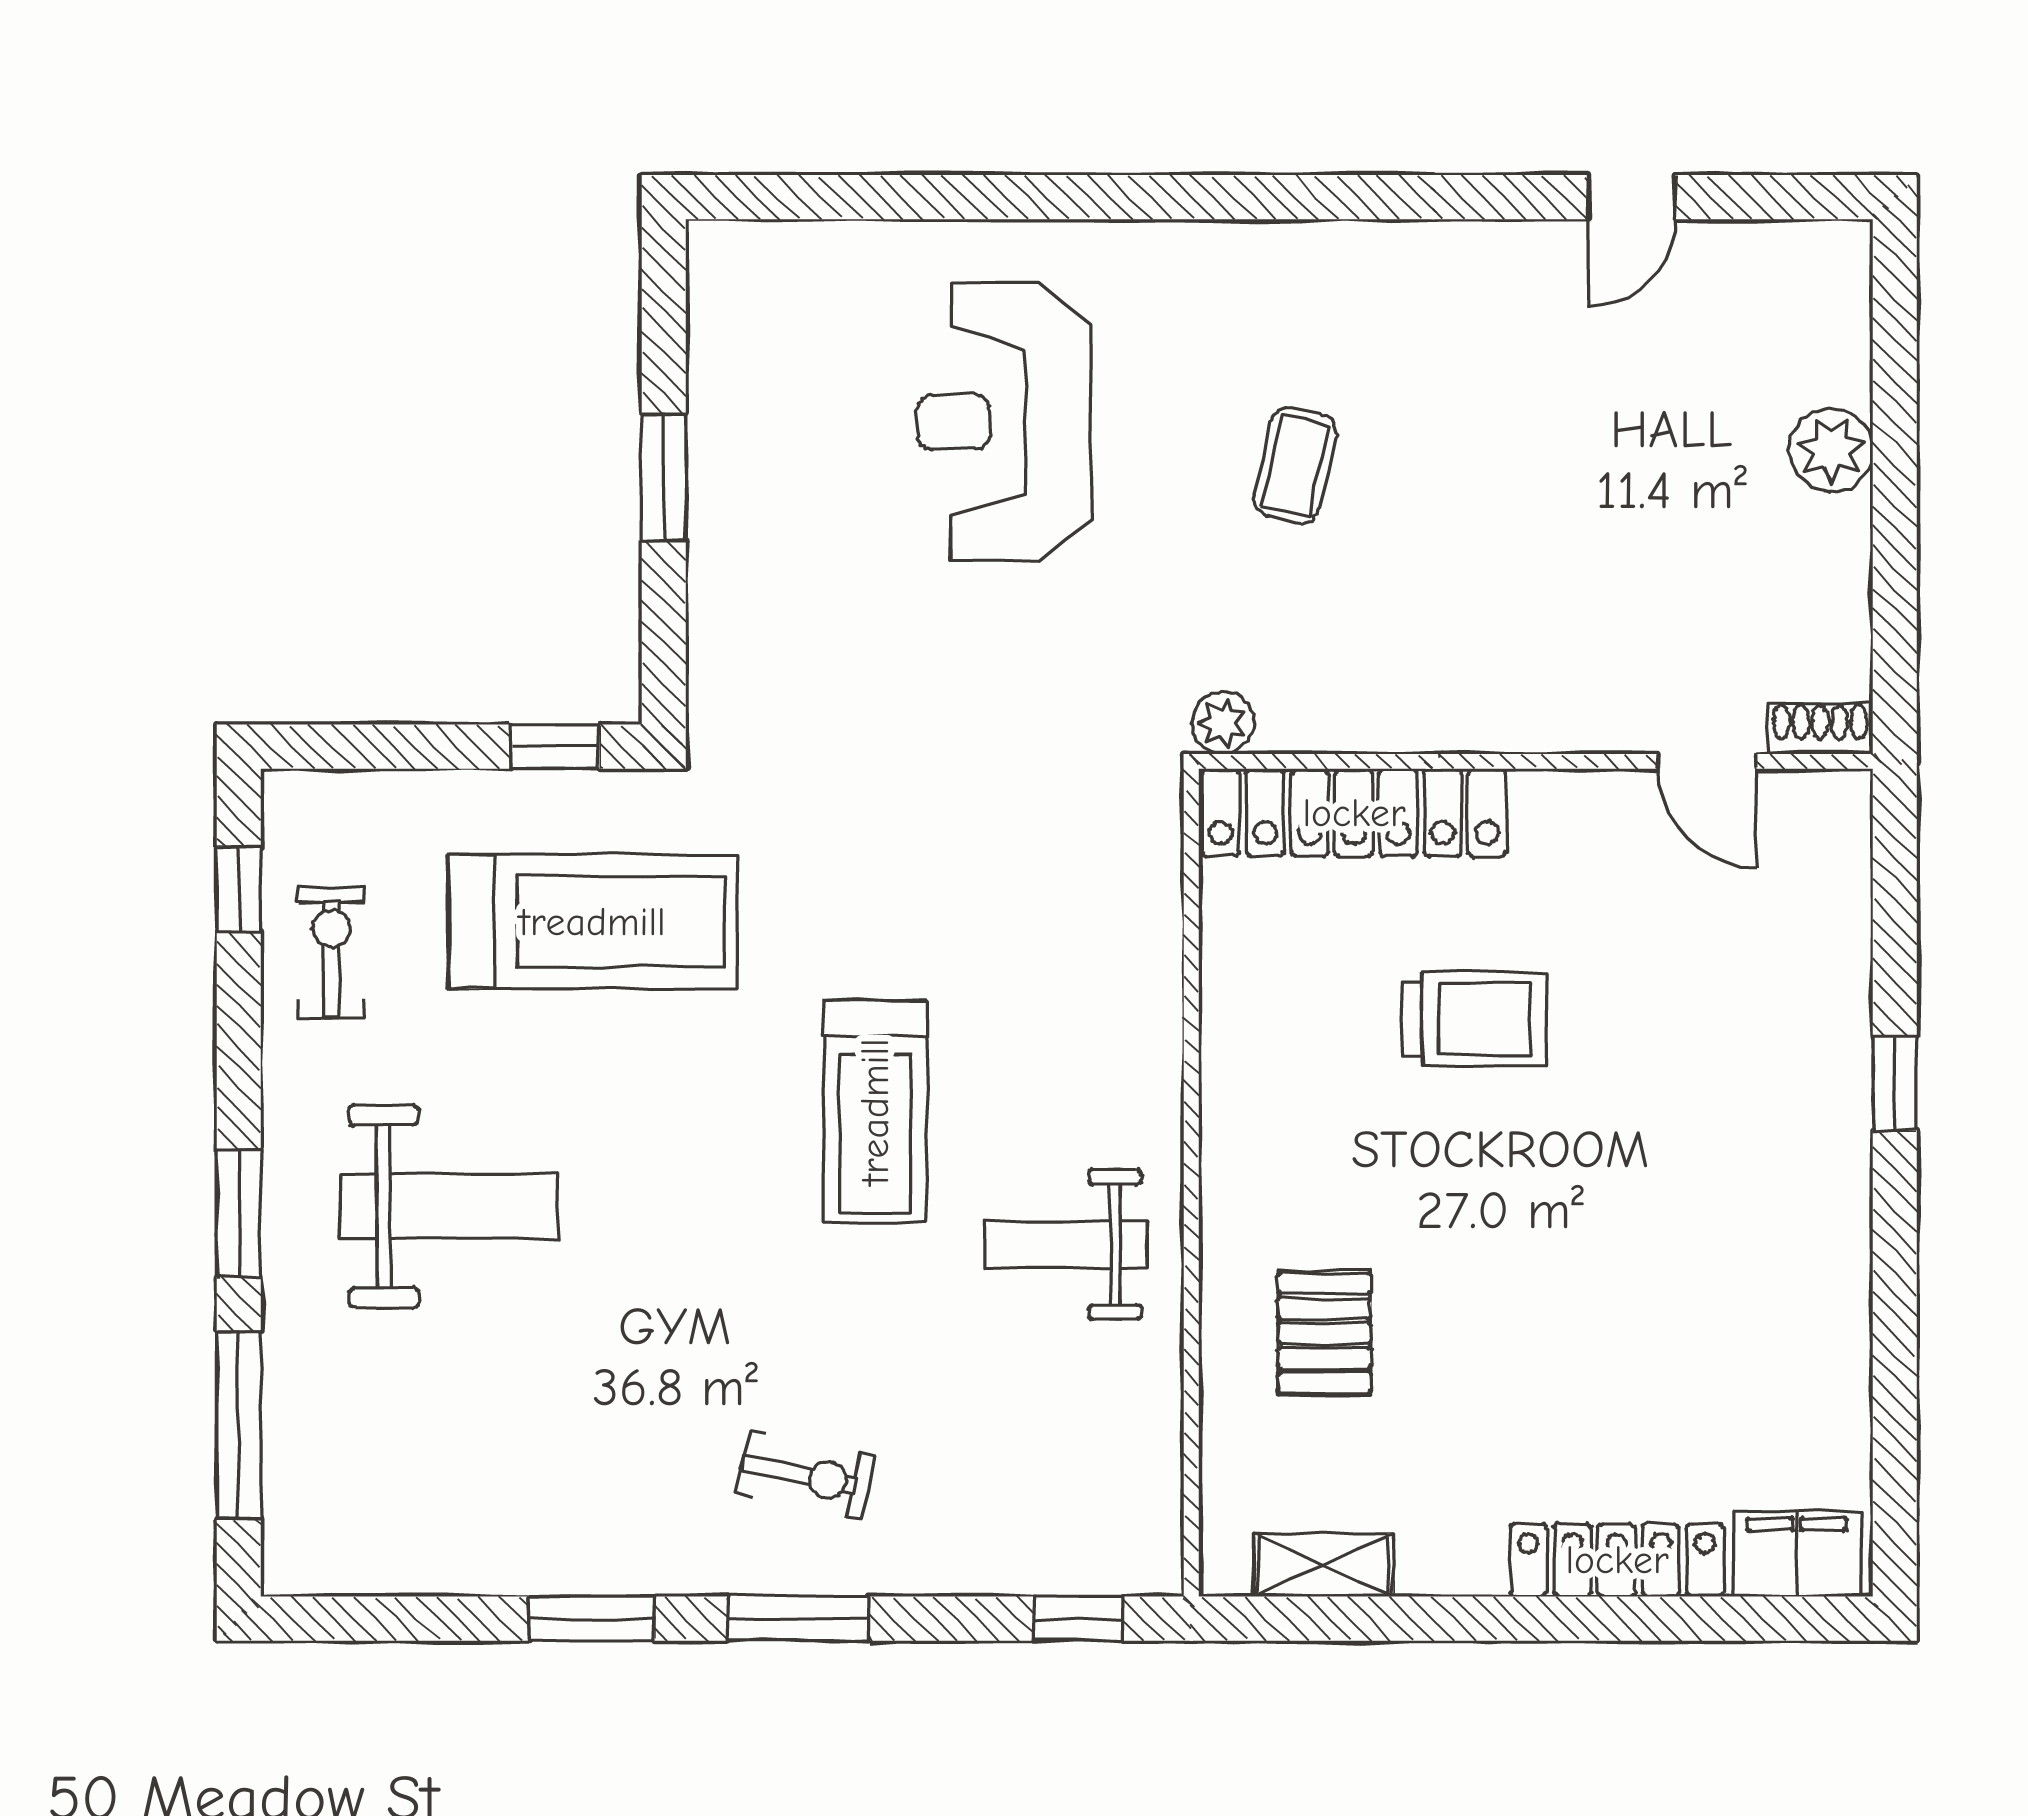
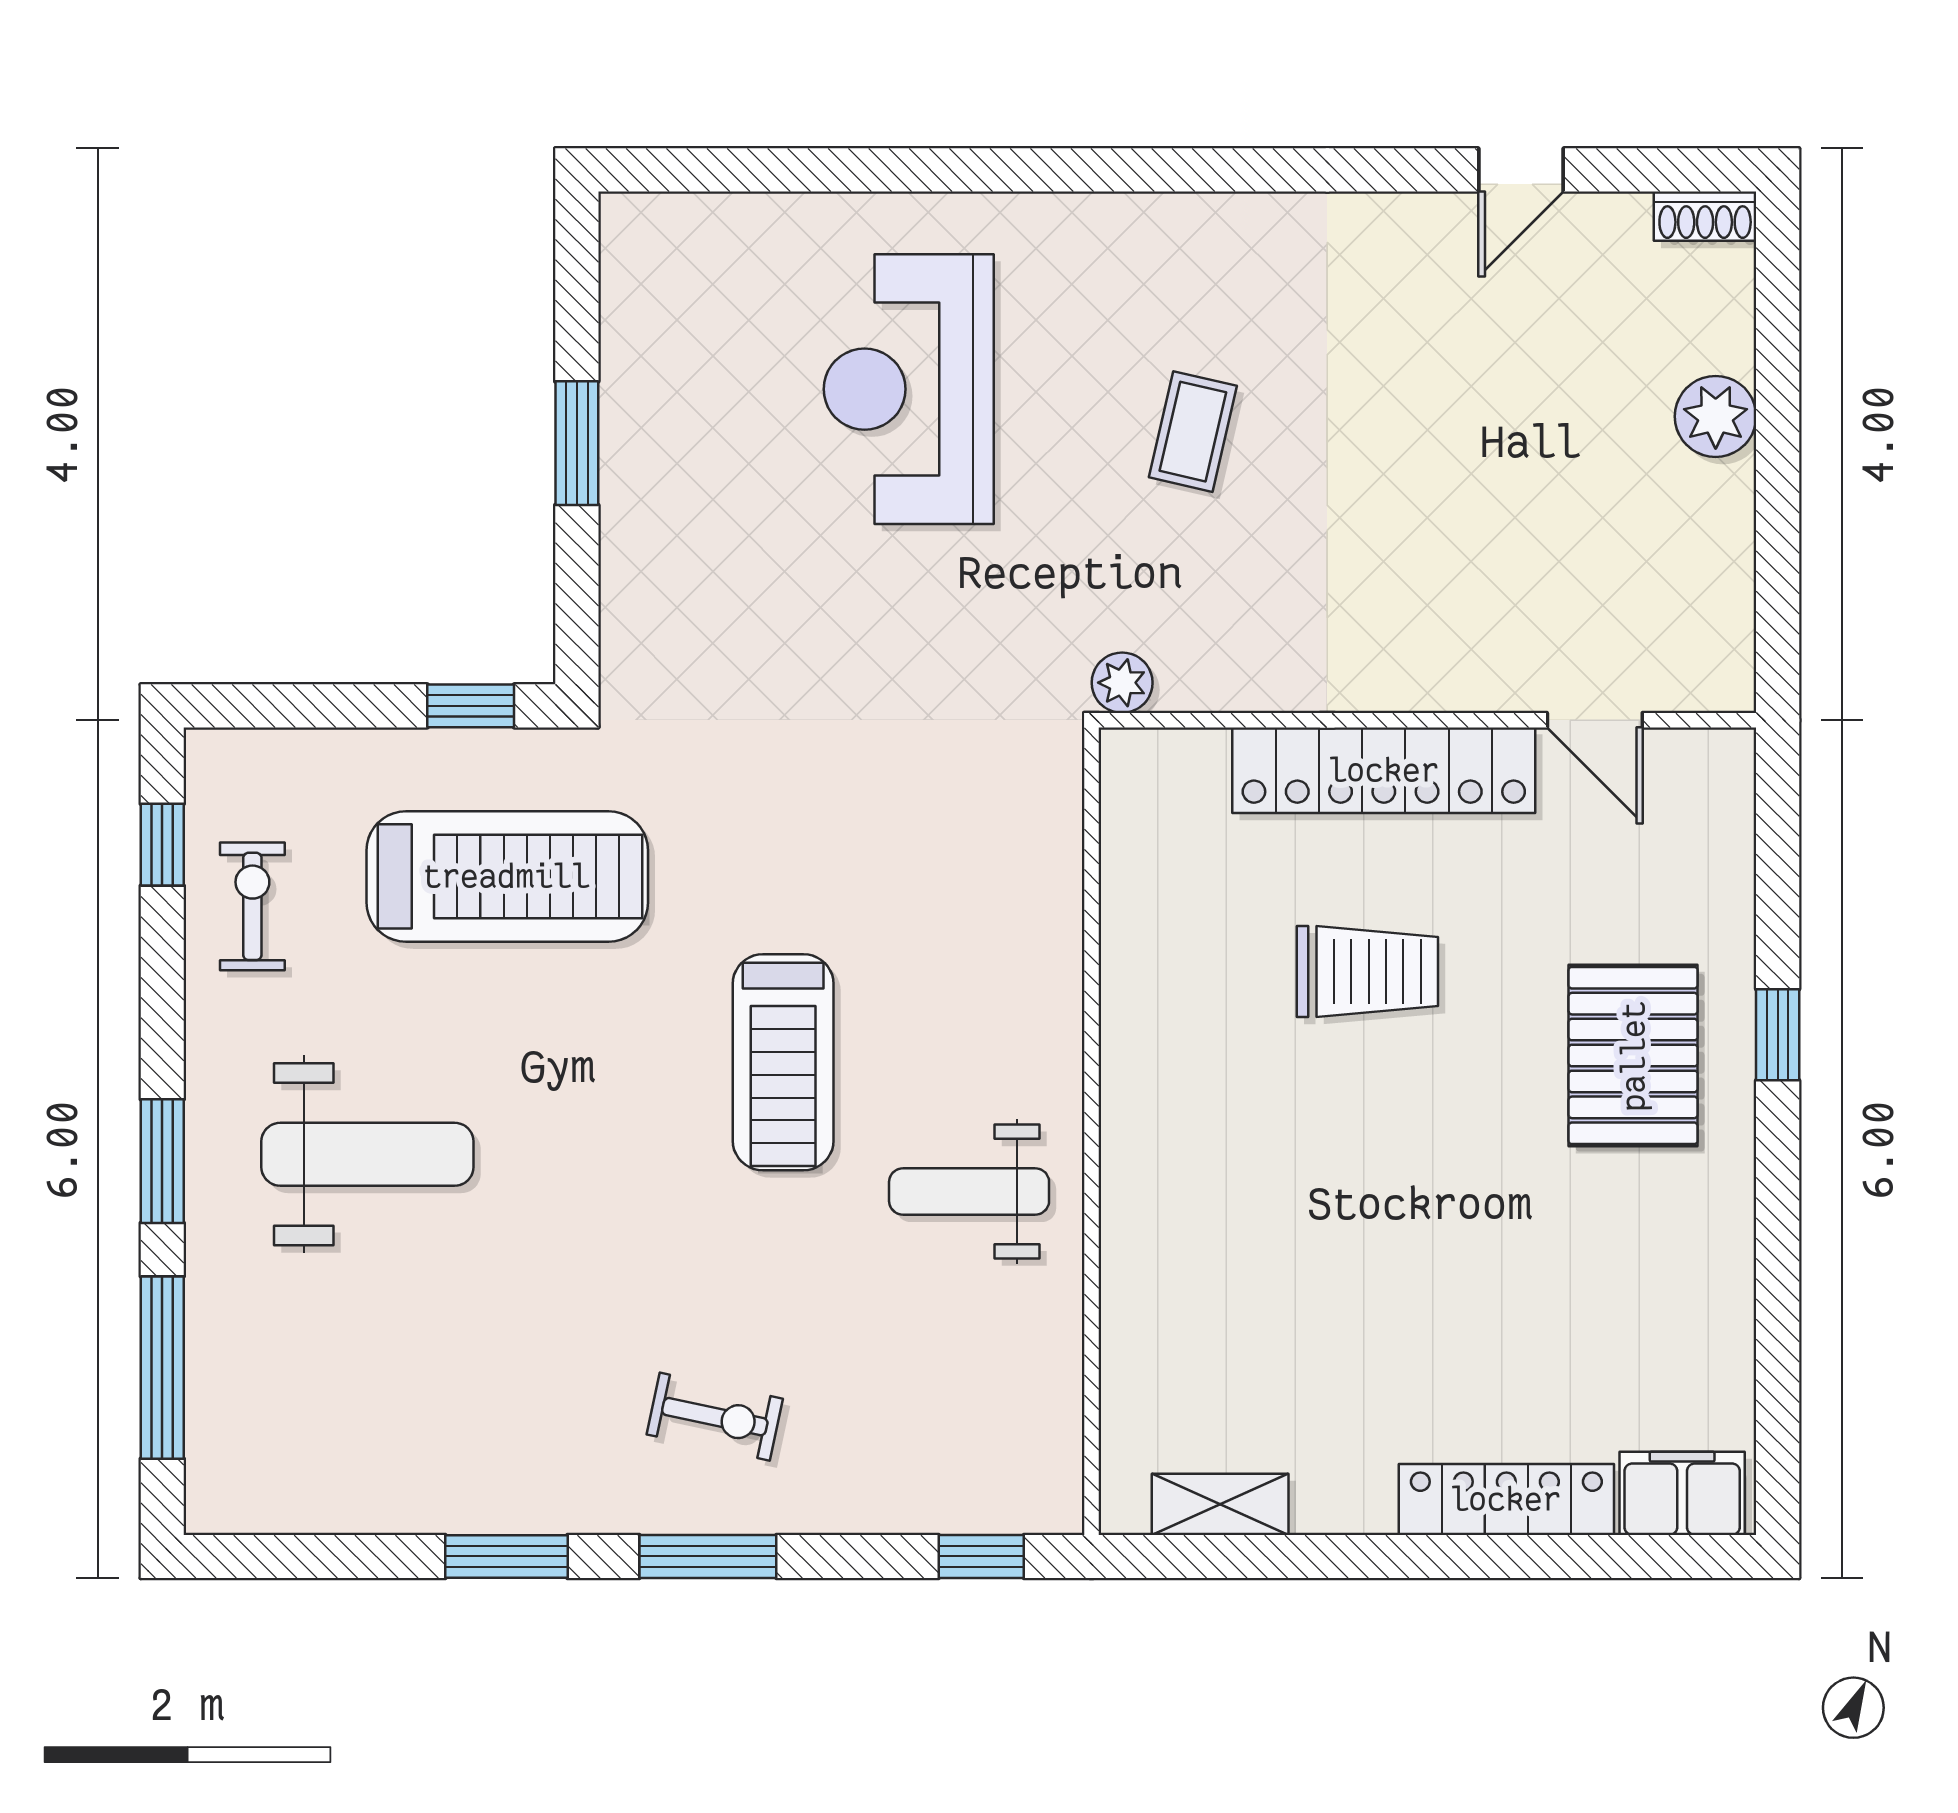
shoe rack: (1820, 729) -> (1705, 216), moved, turned 180
locker: (1354, 813) -> (1384, 770), moved
pallet: (1325, 1333) -> (1633, 1056), moved, width x1.50, depth x1.42

